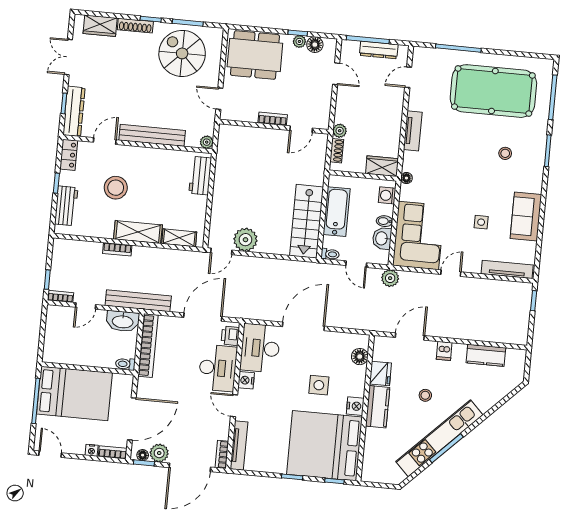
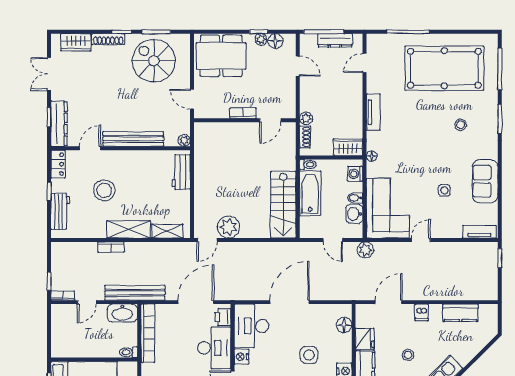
toilet: (330, 254) -> (308, 165), moved
tv unit: (507, 269) -> (479, 232), width x0.71

